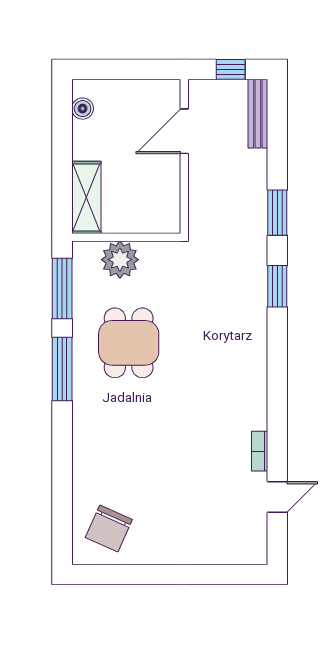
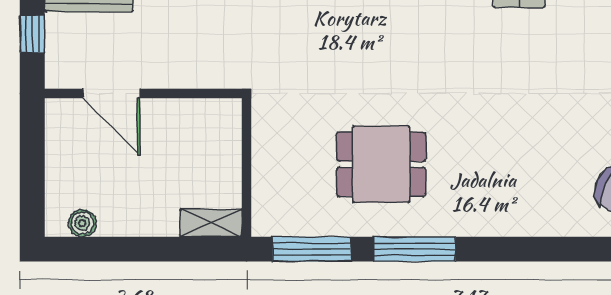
shelving: (86, 197) -> (211, 223), width x0.67, depth x0.75
plant: (120, 260) -> (275, 175), removed

